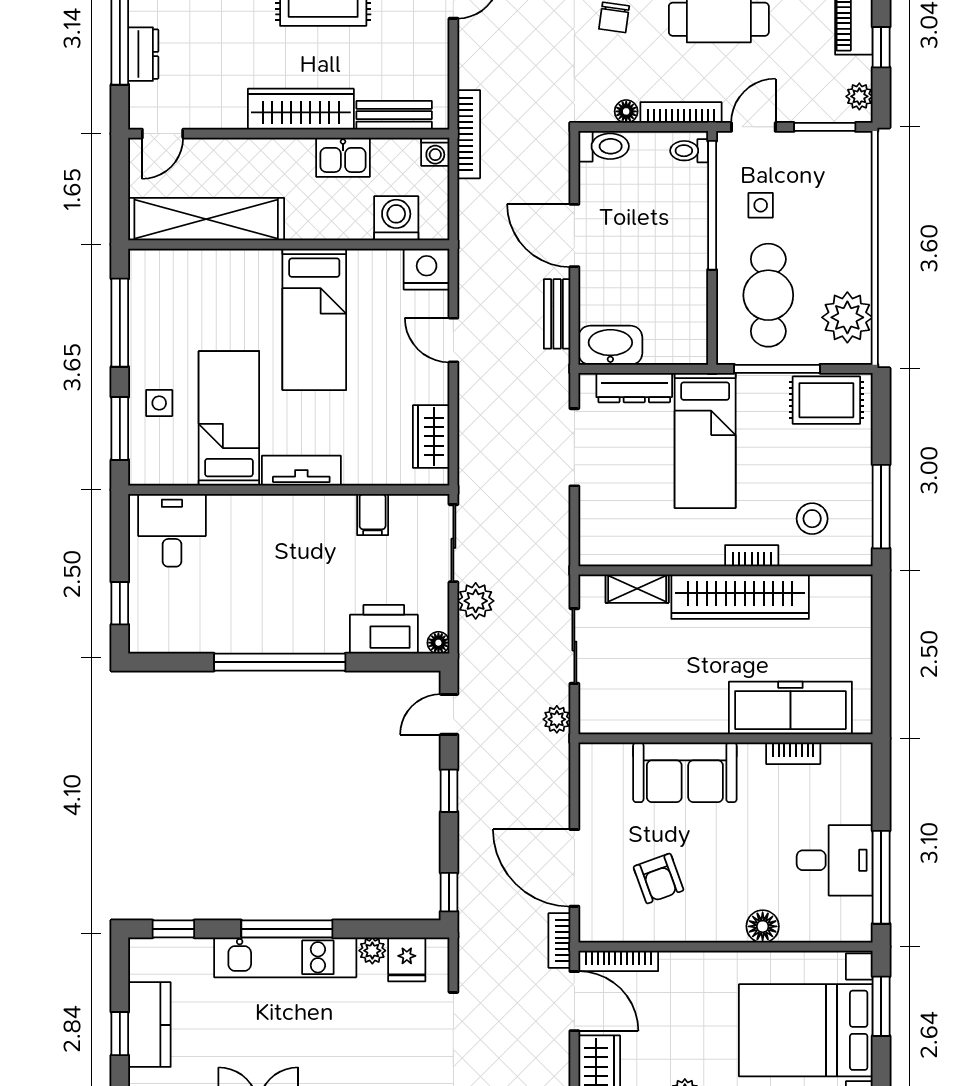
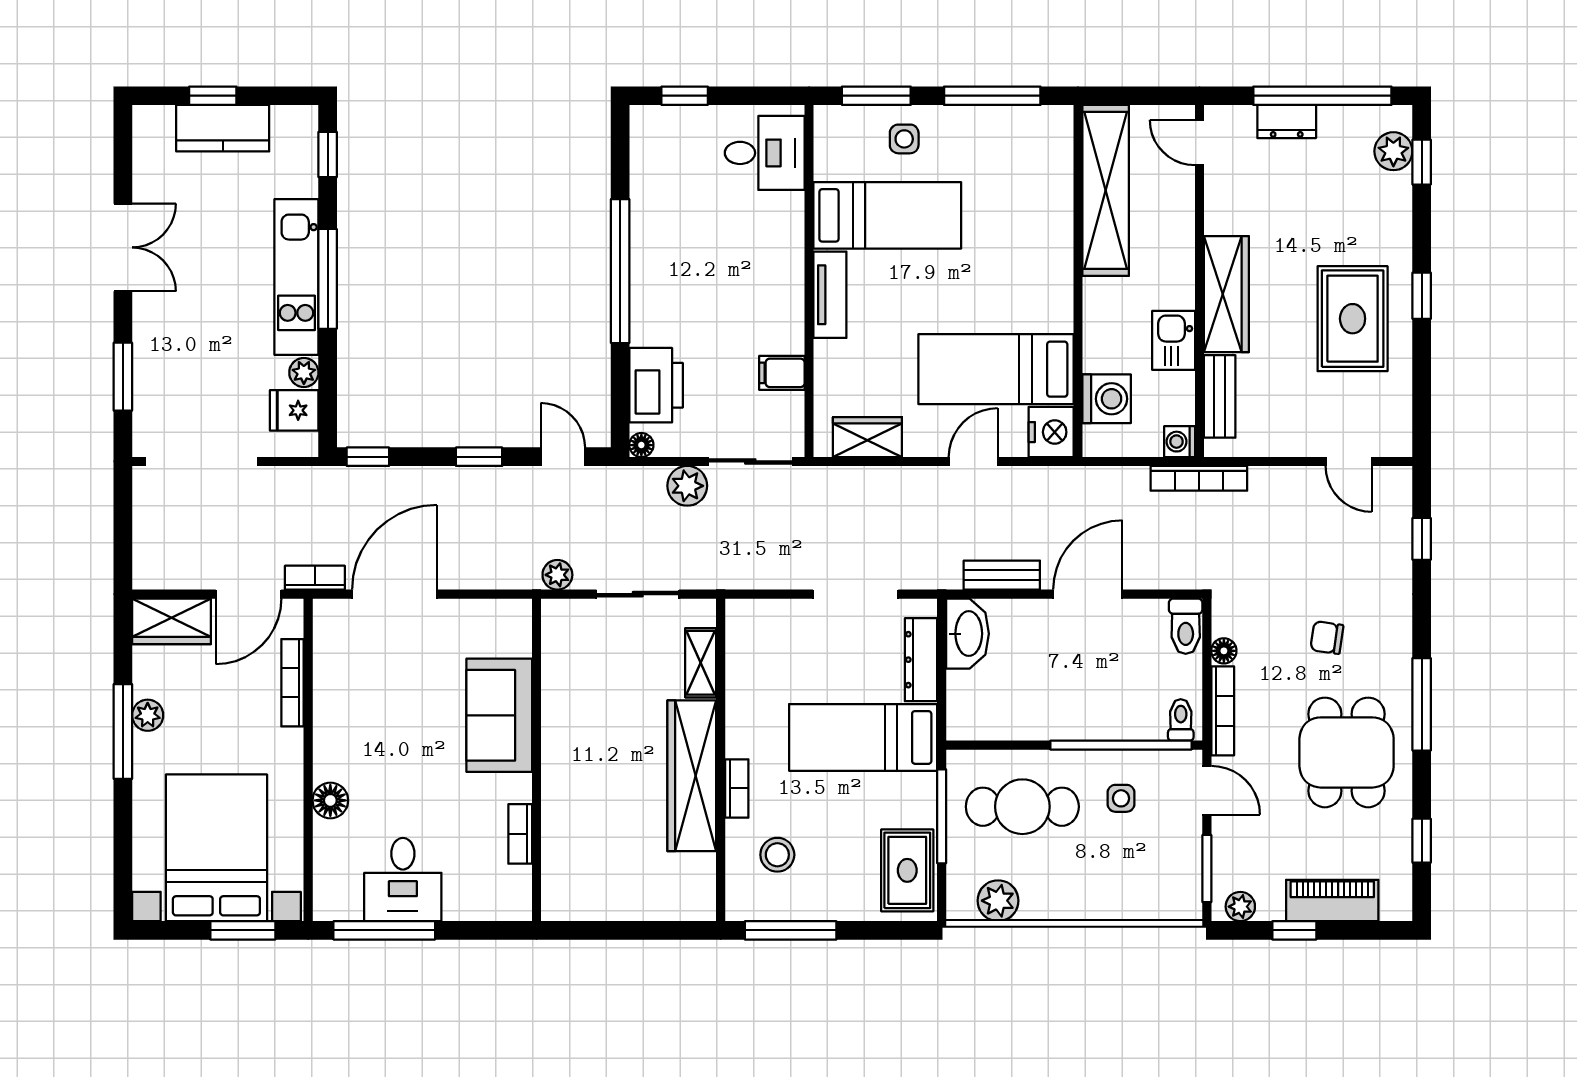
plant: (847, 317) -> (998, 901), width x0.73, depth x0.73
bed: (314, 319) -> (996, 369), moved
freezer: (790, 708) -> (570, 831), removed
armchair: (658, 879) -> (383, 686), removed
bookcase: (618, 961) -> (293, 683), moved

